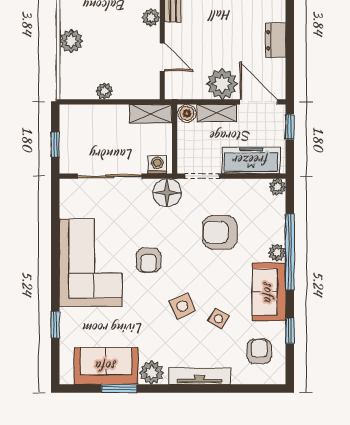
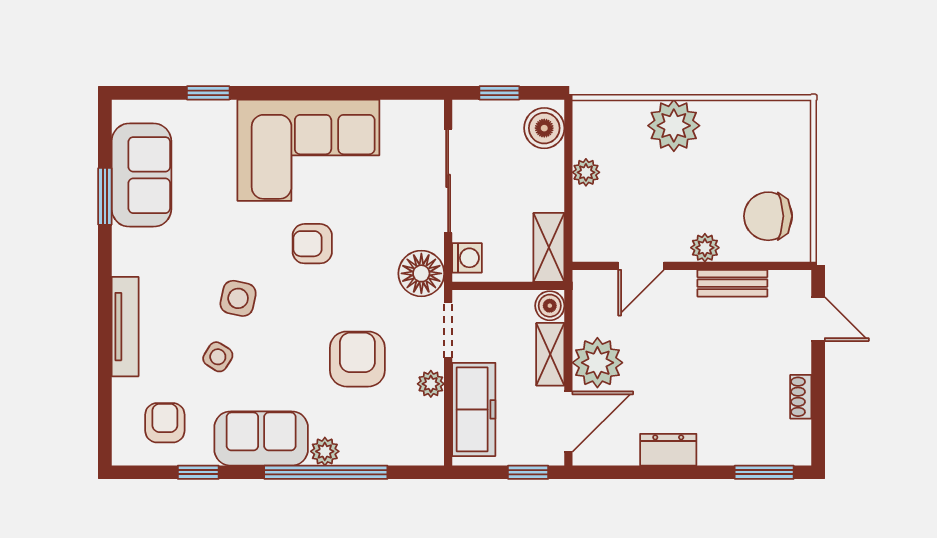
plant: (71, 41) -> (674, 126), width x1.36, depth x1.36
boiler: (77, 117) -> (544, 128), added
plant: (277, 187) -> (431, 384), moved
side table: (182, 306) -> (238, 298), turned 36
armchair: (259, 351) -> (165, 423), turned -90
plant: (151, 373) -> (131, 248), removed

